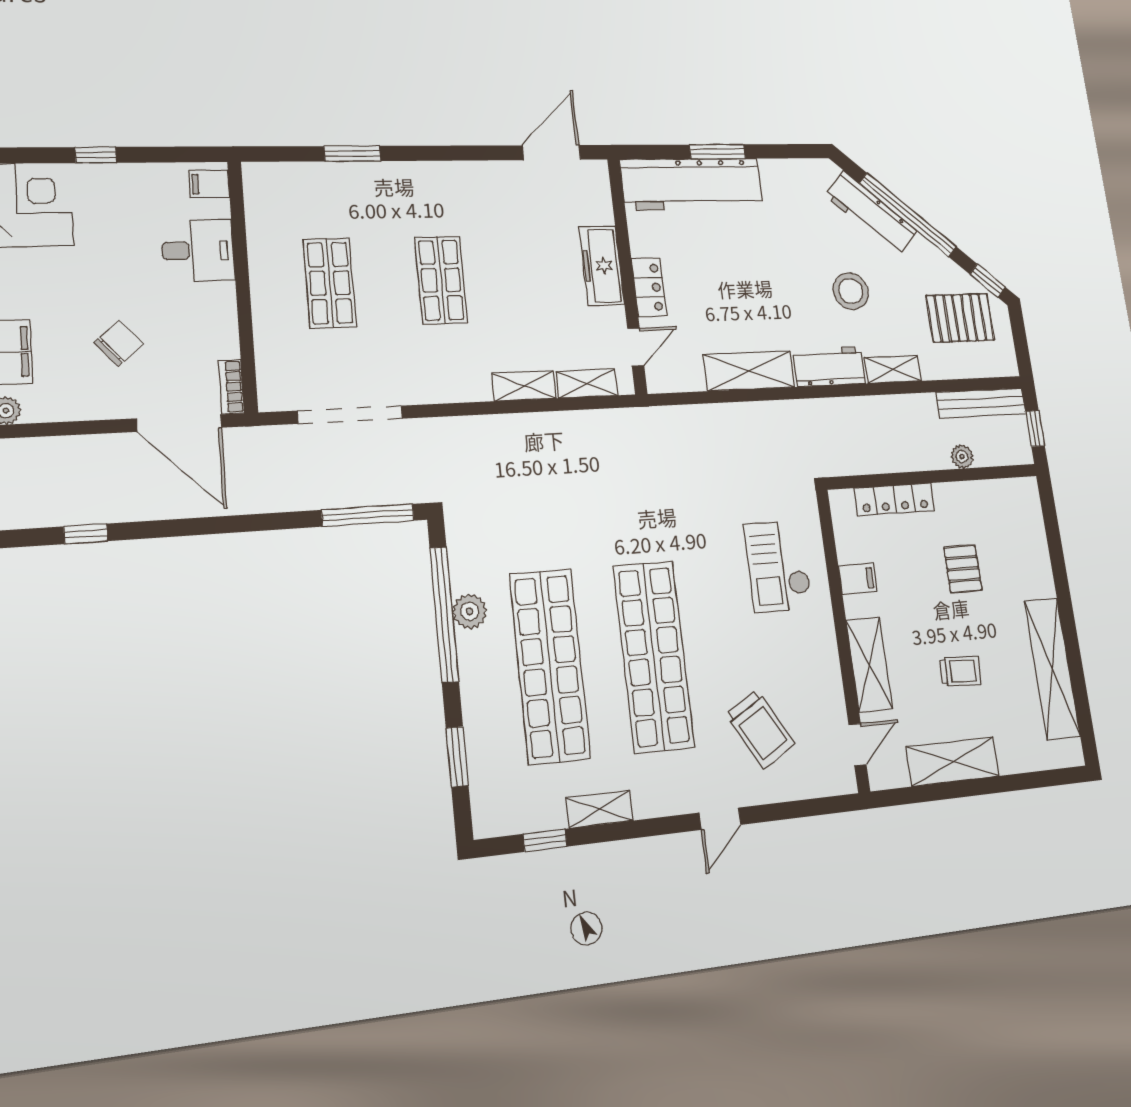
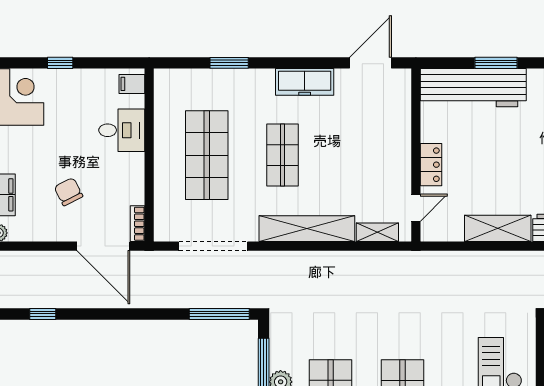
freezer: (602, 266) -> (305, 82), moved, turned -90
shop shelf: (330, 283) -> (207, 155), width x1.43, depth x1.36
chair: (119, 343) -> (68, 192), turned -76
shelving: (524, 386) -> (307, 229), width x2.20, depth x1.33

